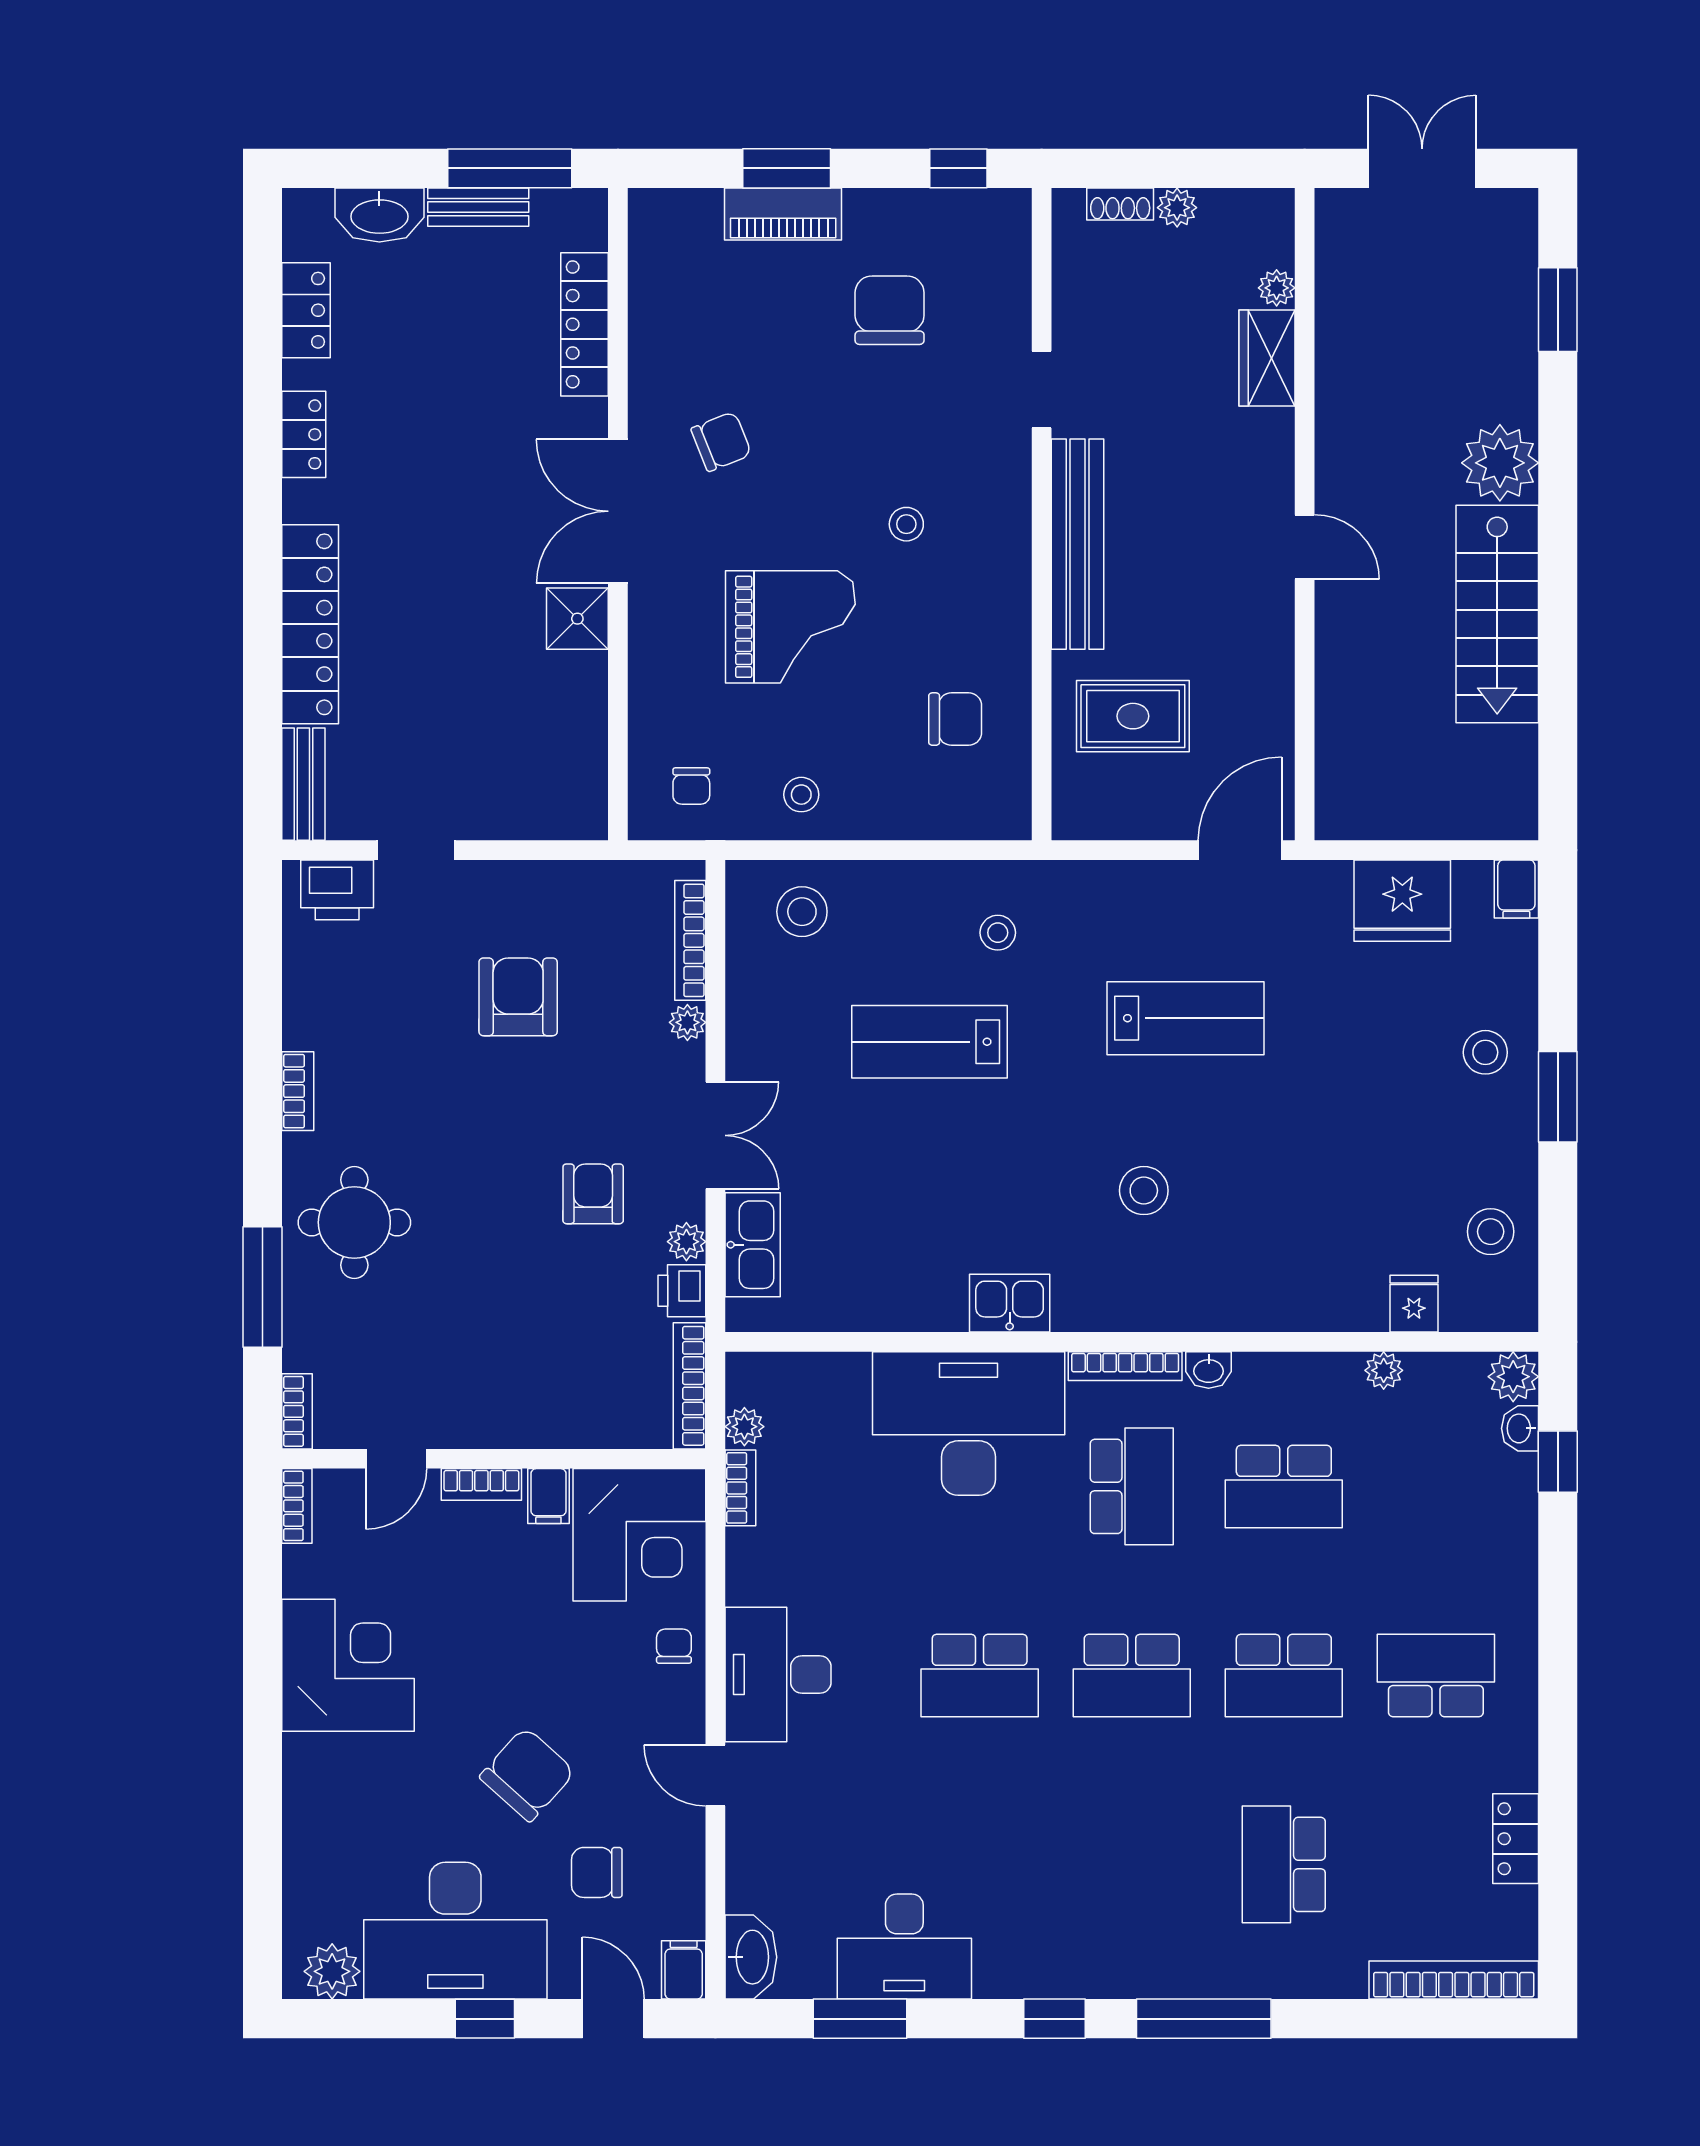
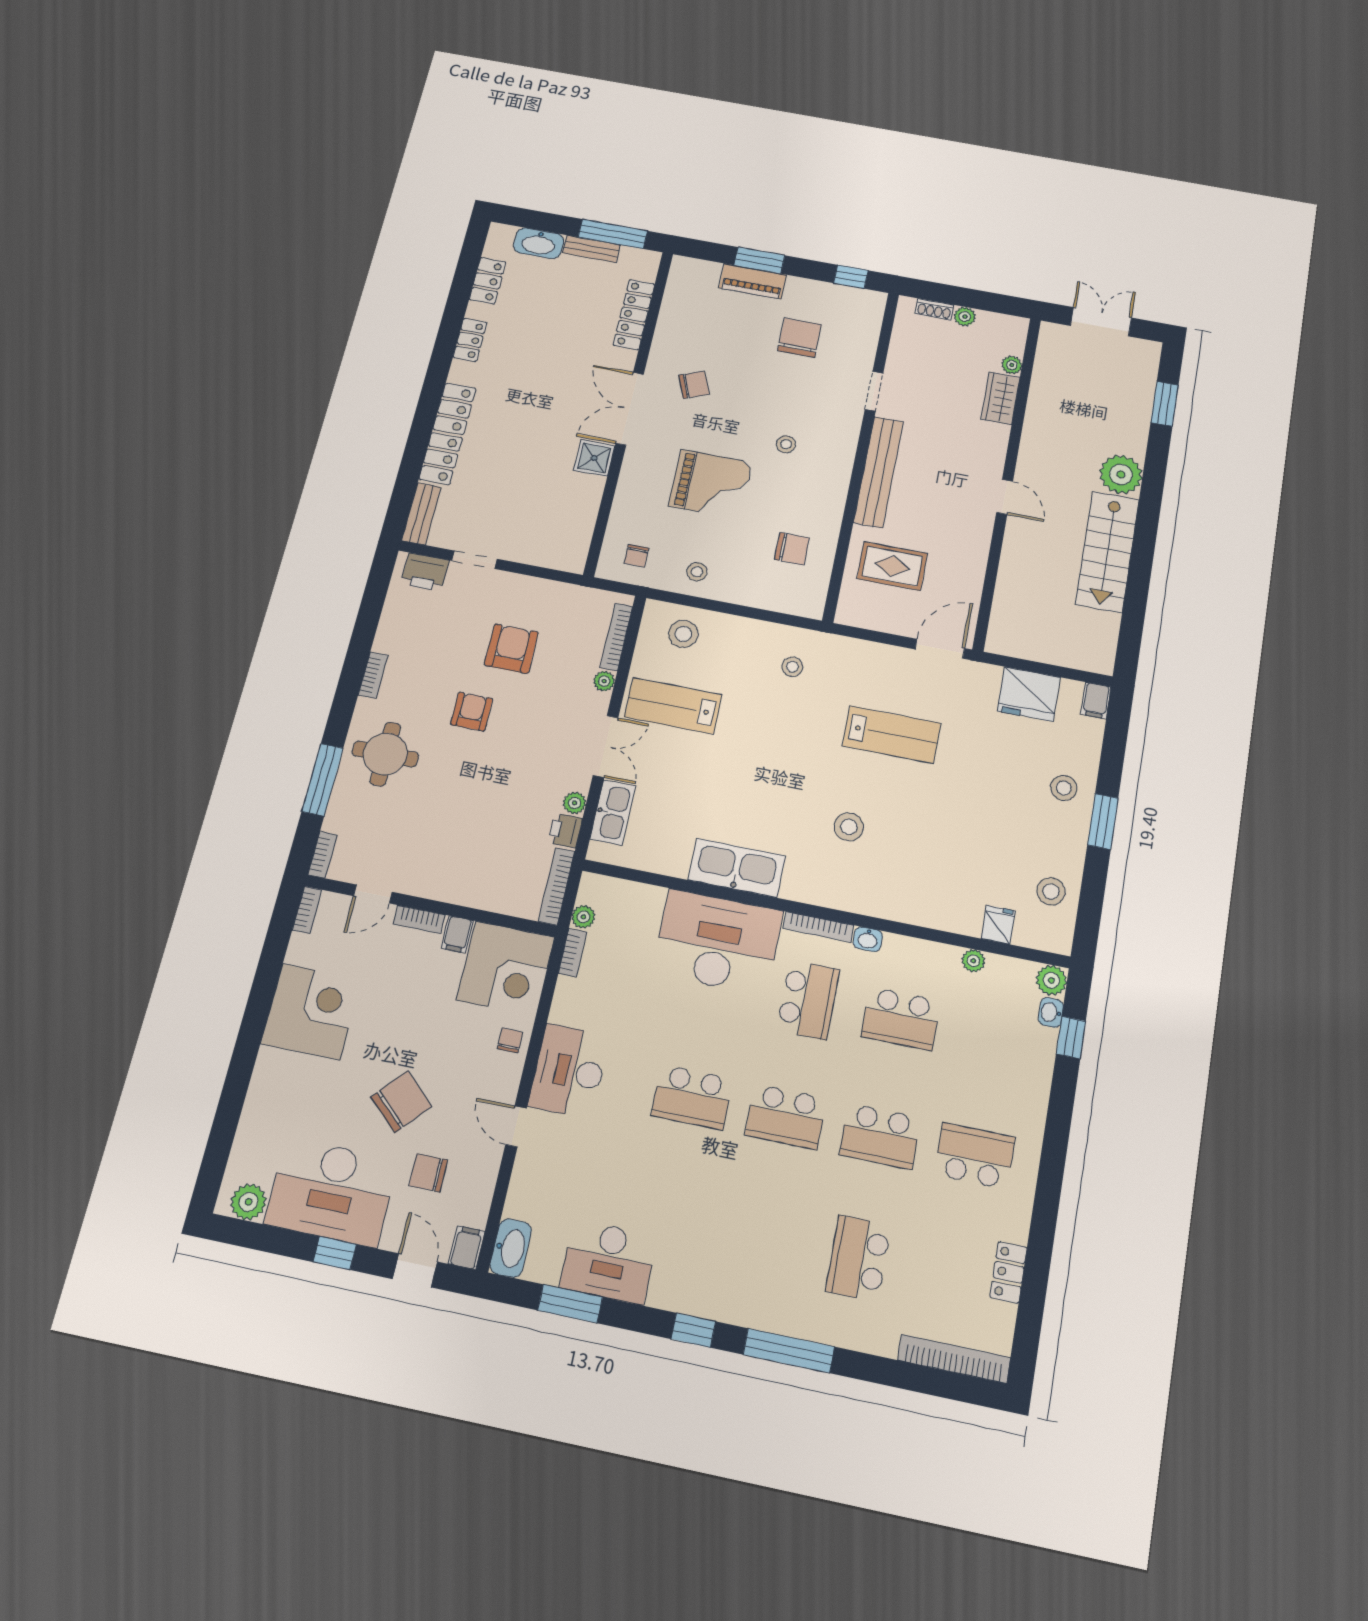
lab bench: (930, 1042) -> (673, 706), moved
armchair: (593, 1194) -> (472, 712), moved
kitchen sink: (1010, 1303) -> (737, 868), width x1.88, depth x1.24

